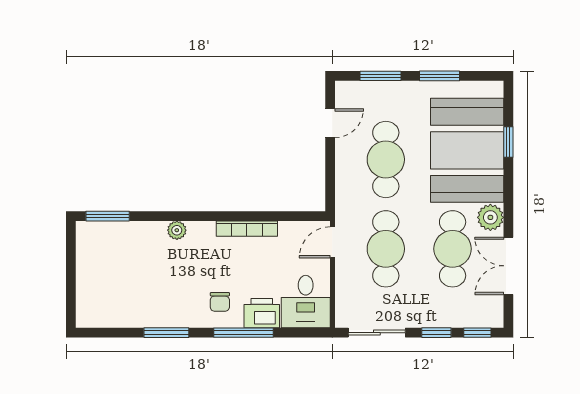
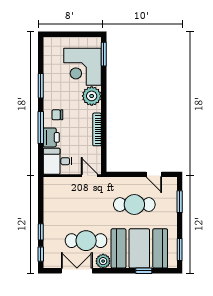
window: (439, 76) -> (180, 249), moved
plant: (177, 230) -> (92, 96), width x1.88, depth x1.88
cafe table: (386, 249) -> (86, 205), removed
corner desk: (131, 255) -> (83, 67), added
sliding door: (377, 333) -> (41, 200), removed

